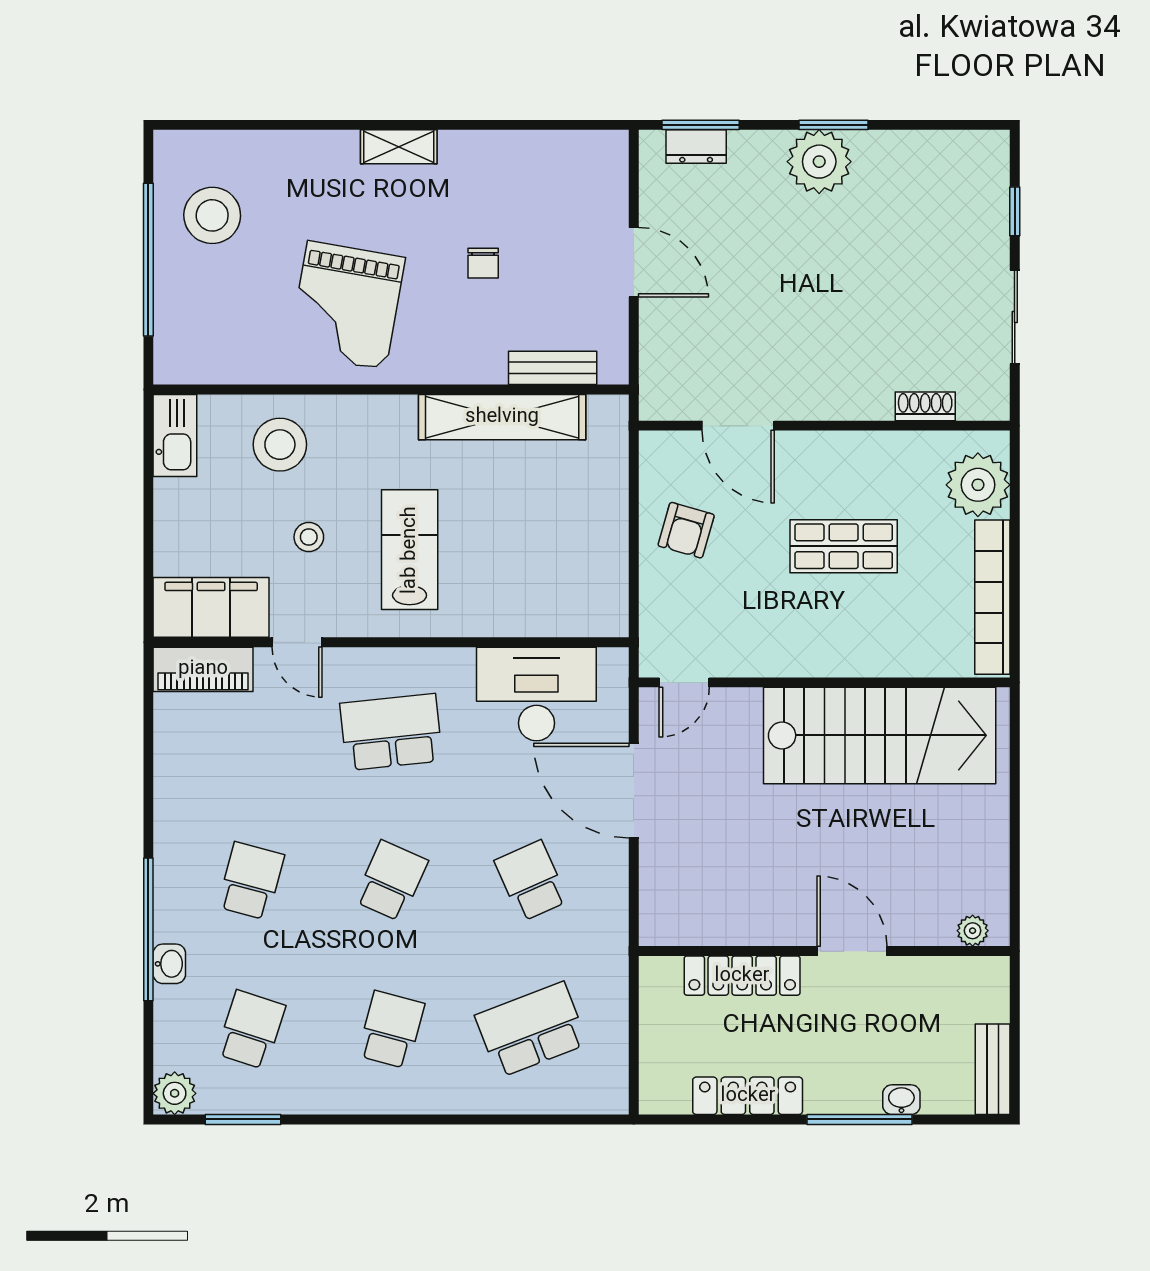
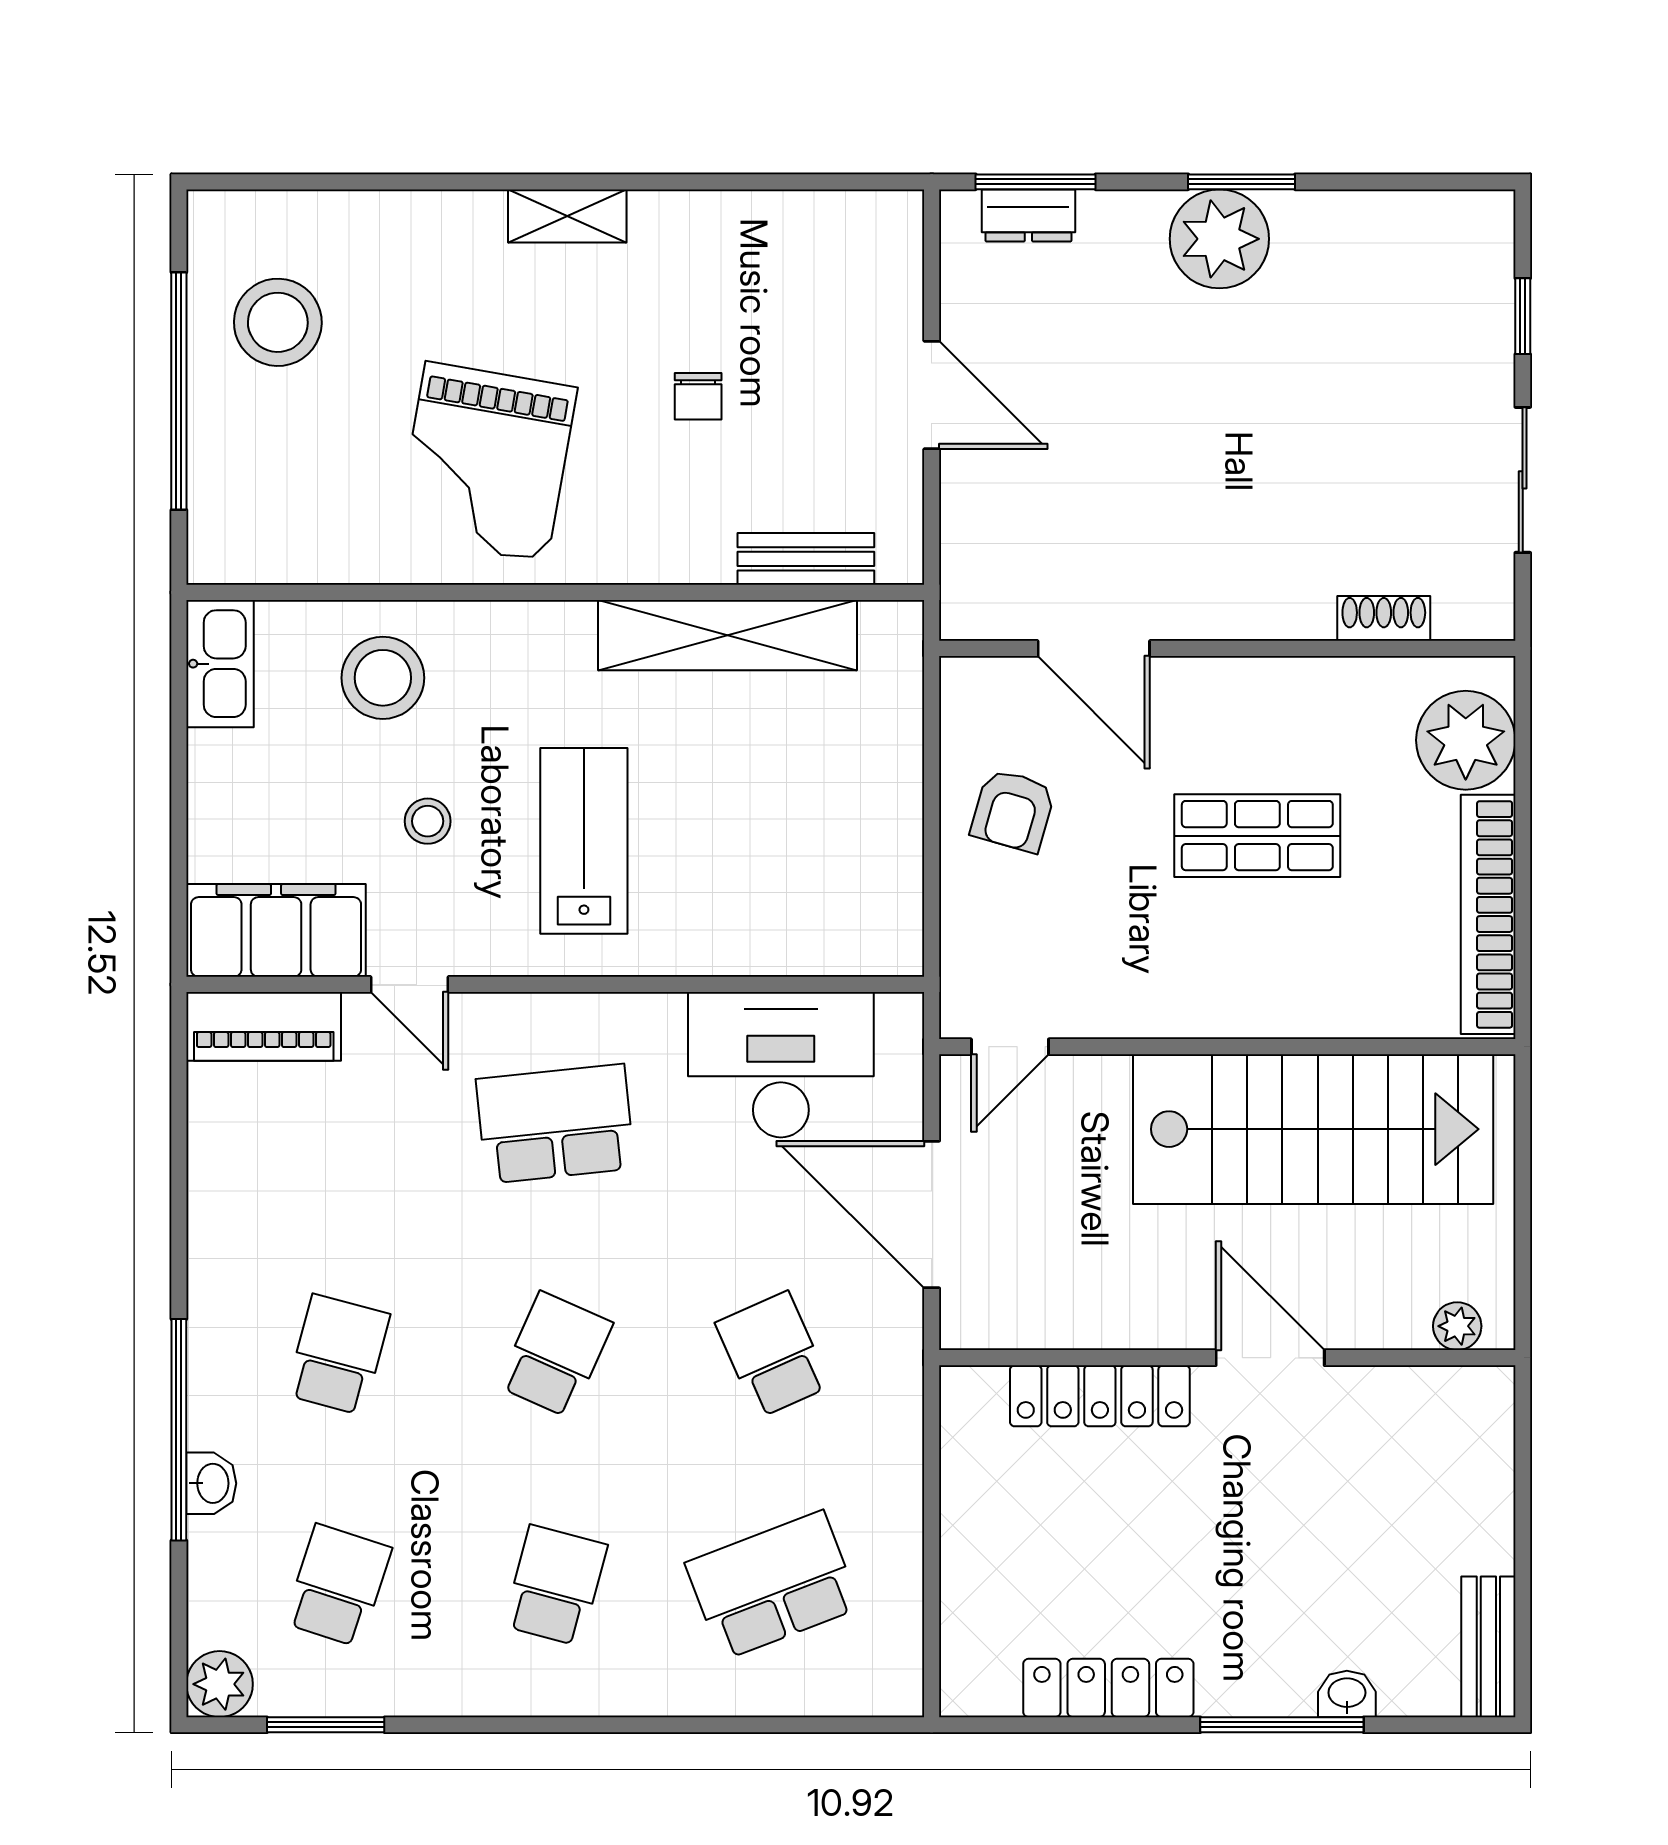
plant: (973, 931) -> (1457, 1326), moved
wall: (824, 951) -> (1227, 1358), moved
door: (852, 951) -> (1270, 1358), moved
locker: (742, 976) -> (1100, 1396), moved

